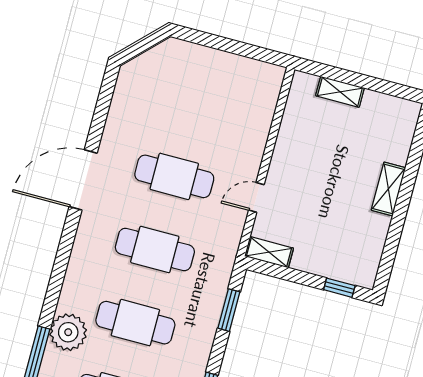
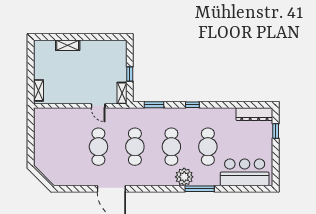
shelving: (340, 92) -> (38, 90), moved
shelving: (388, 189) -> (68, 45), moved
window: (339, 288) -> (130, 74), moved

